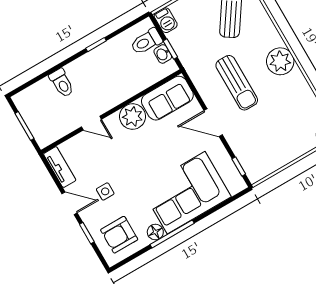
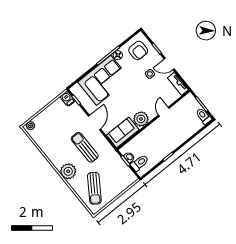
barbecue: (166, 20) -> (67, 99), moved
plant: (280, 61) -> (68, 171), moved
toilet: (62, 83) -> (204, 116), moved
door: (91, 123) -> (164, 112), hinge flipped
door: (213, 123) -> (95, 123), hinge flipped
armchair: (119, 235) -> (138, 51), turned 90

